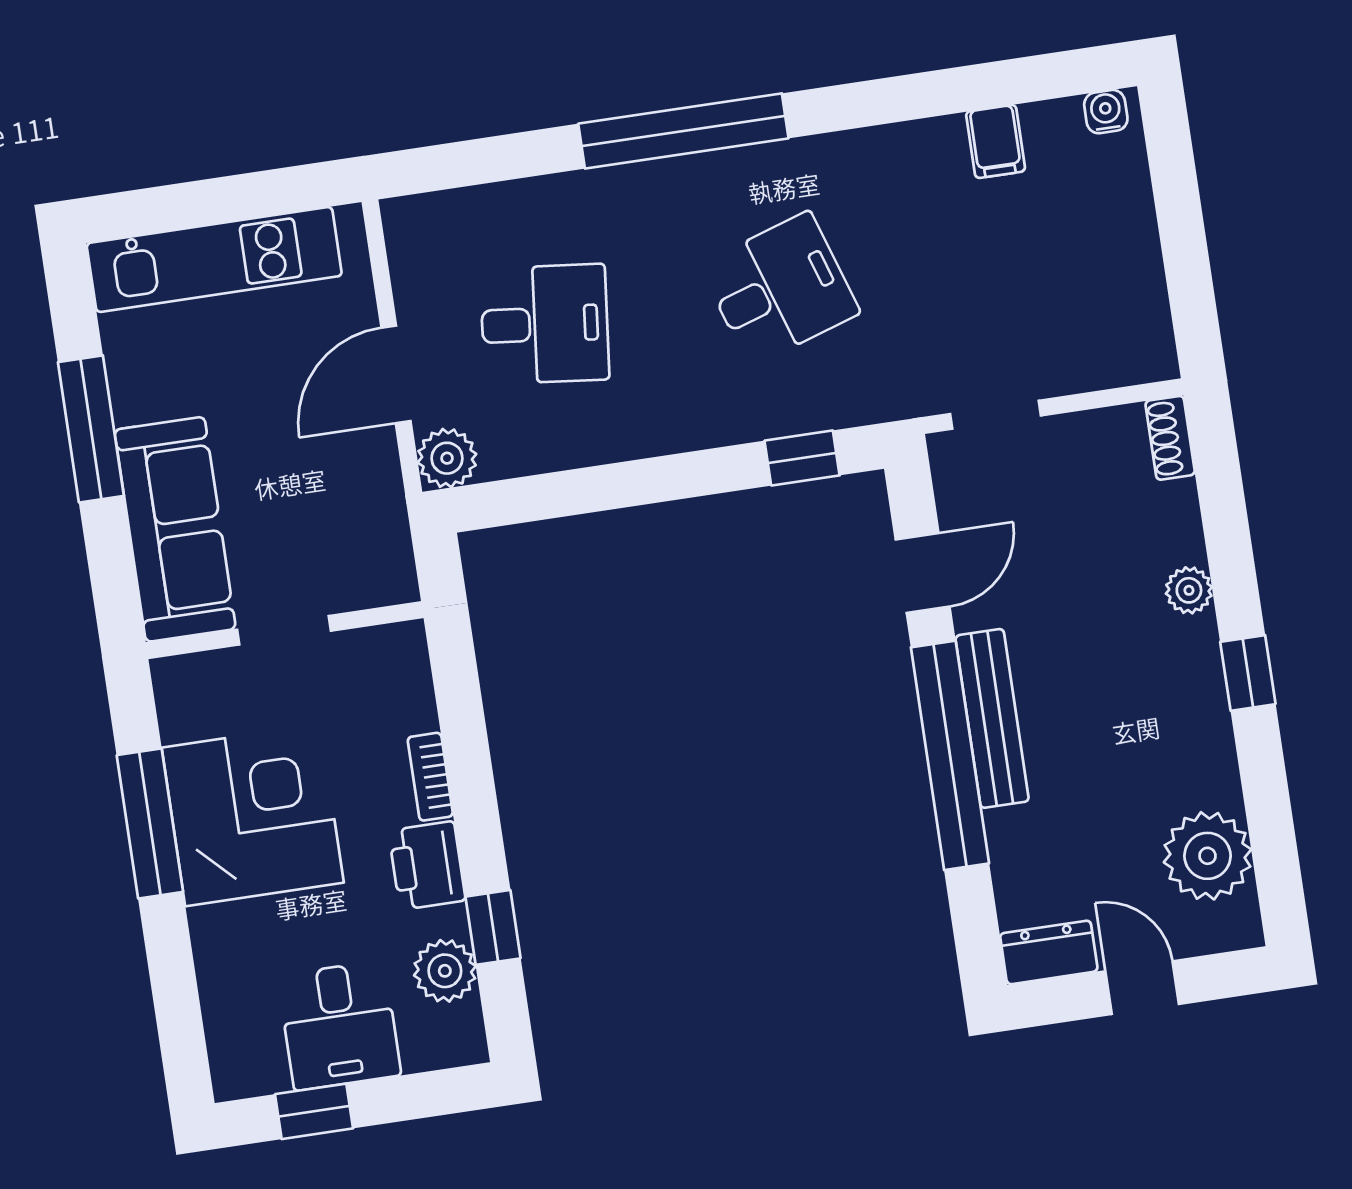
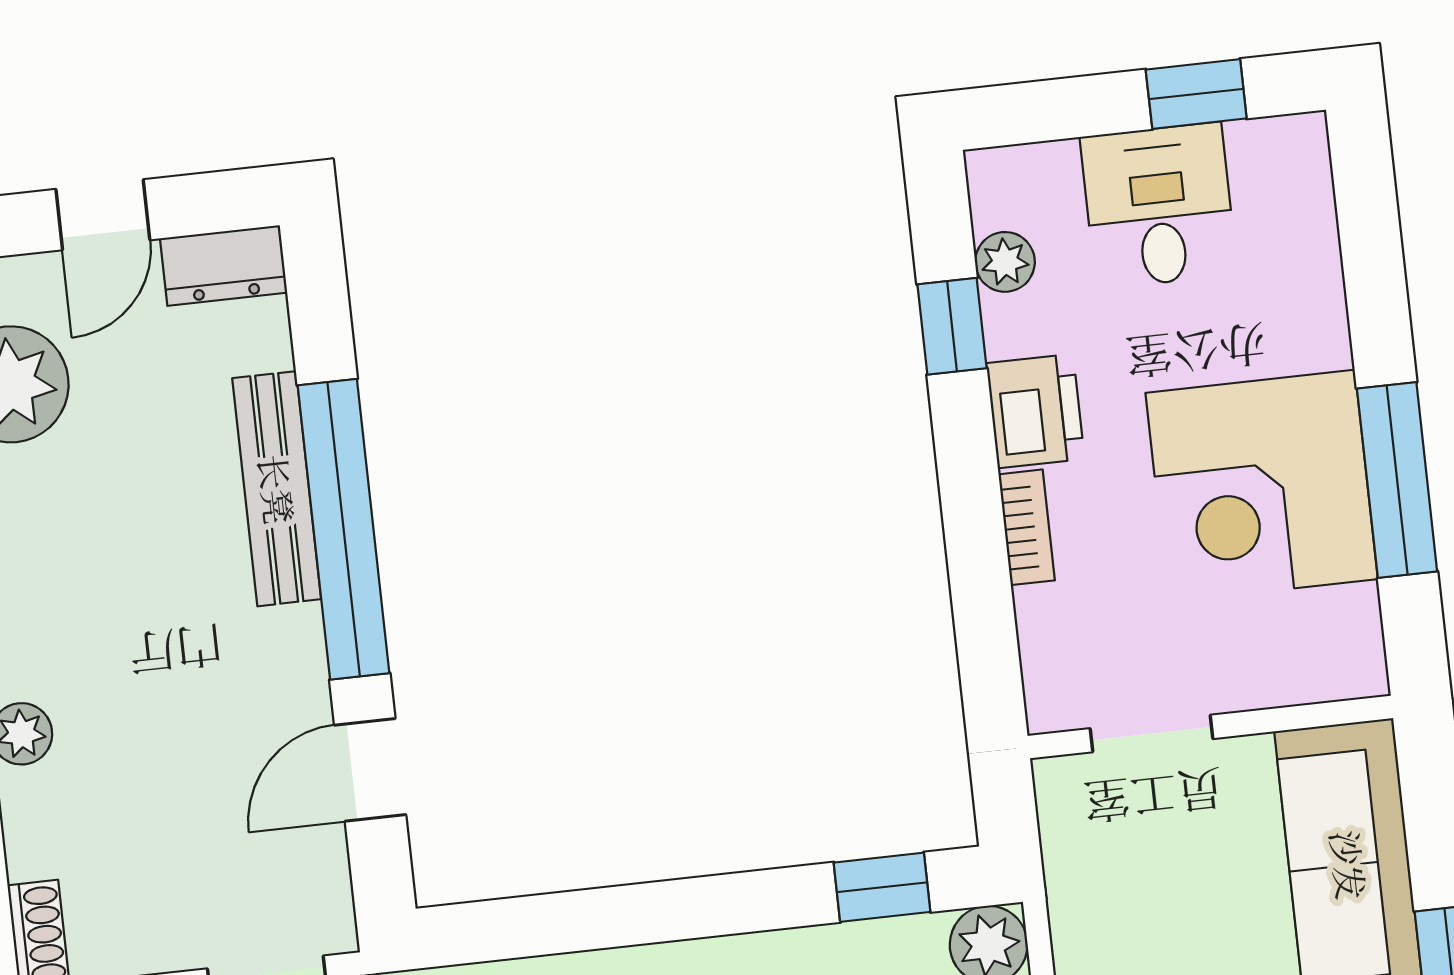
window: (802, 458) -> (882, 887), moved
doorway: (284, 630) -> (1152, 734), moved
bench: (992, 718) -> (277, 489), moved
plant: (445, 971) -> (1005, 262), width x0.73, depth x0.73
door: (1142, 988) -> (103, 215), hinge flipped

